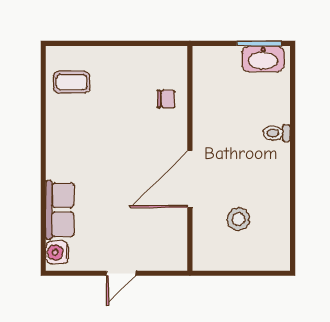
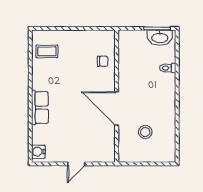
toilet: (277, 133) -> (168, 68), moved
door: (190, 179) -> (117, 108), hinge flipped
row of seats: (60, 210) -> (40, 108), moved

